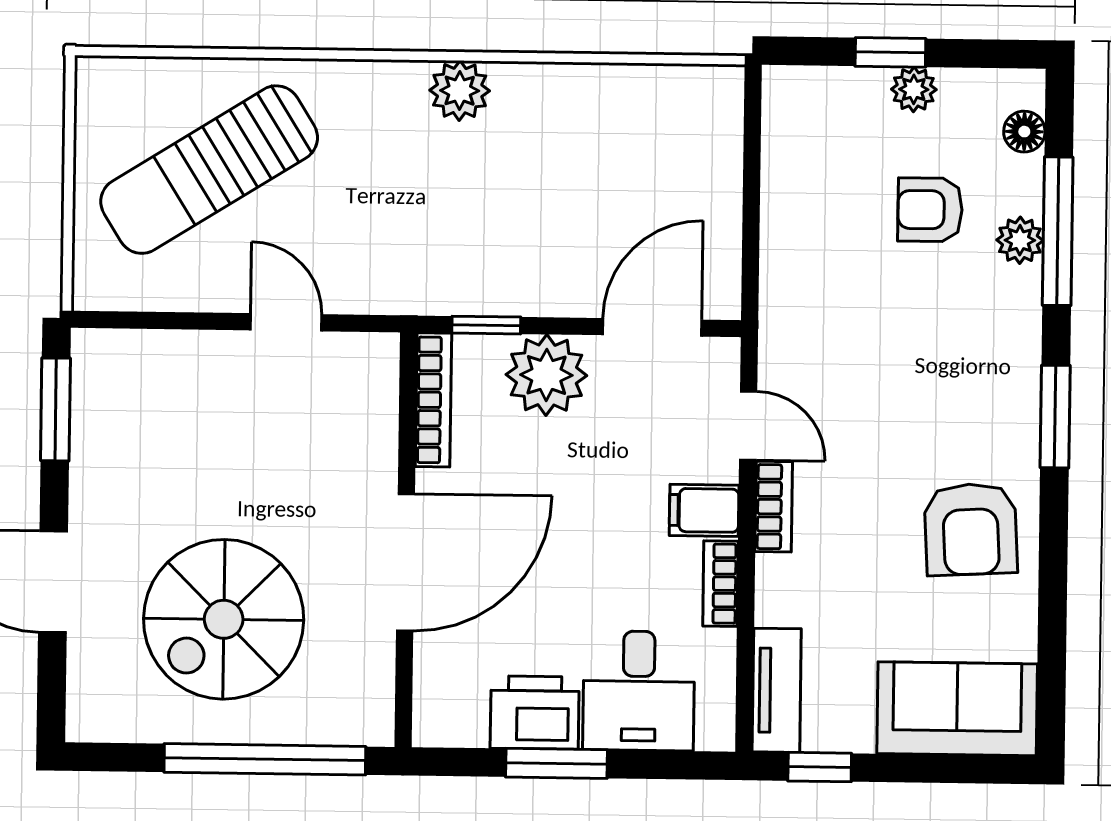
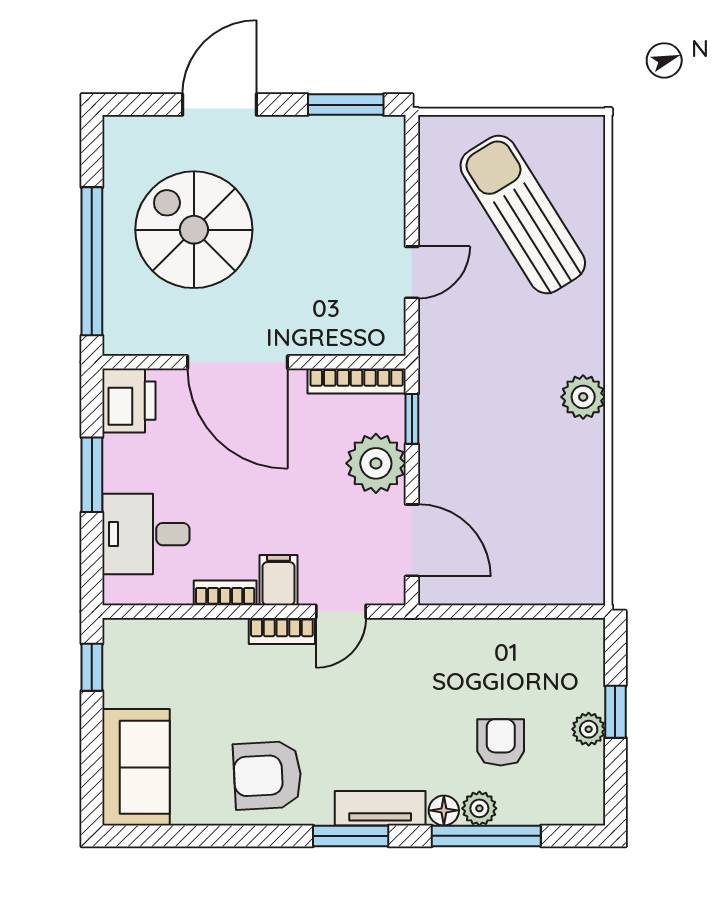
floor lamp: (1024, 132) -> (444, 810), moved
tv unit: (777, 690) -> (380, 808), moved, turned 180
printer: (535, 713) -> (129, 401), moved

